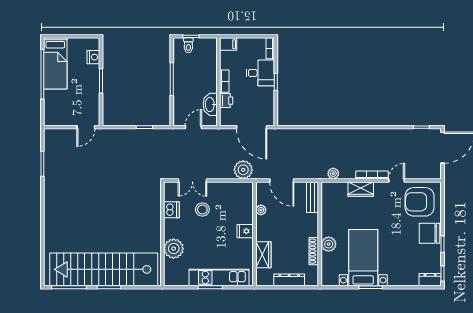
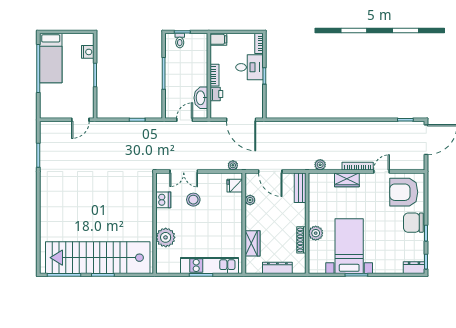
plant: (243, 170) -> (233, 165), width x0.53, depth x0.53
fridge: (245, 231) -> (235, 186), moved

